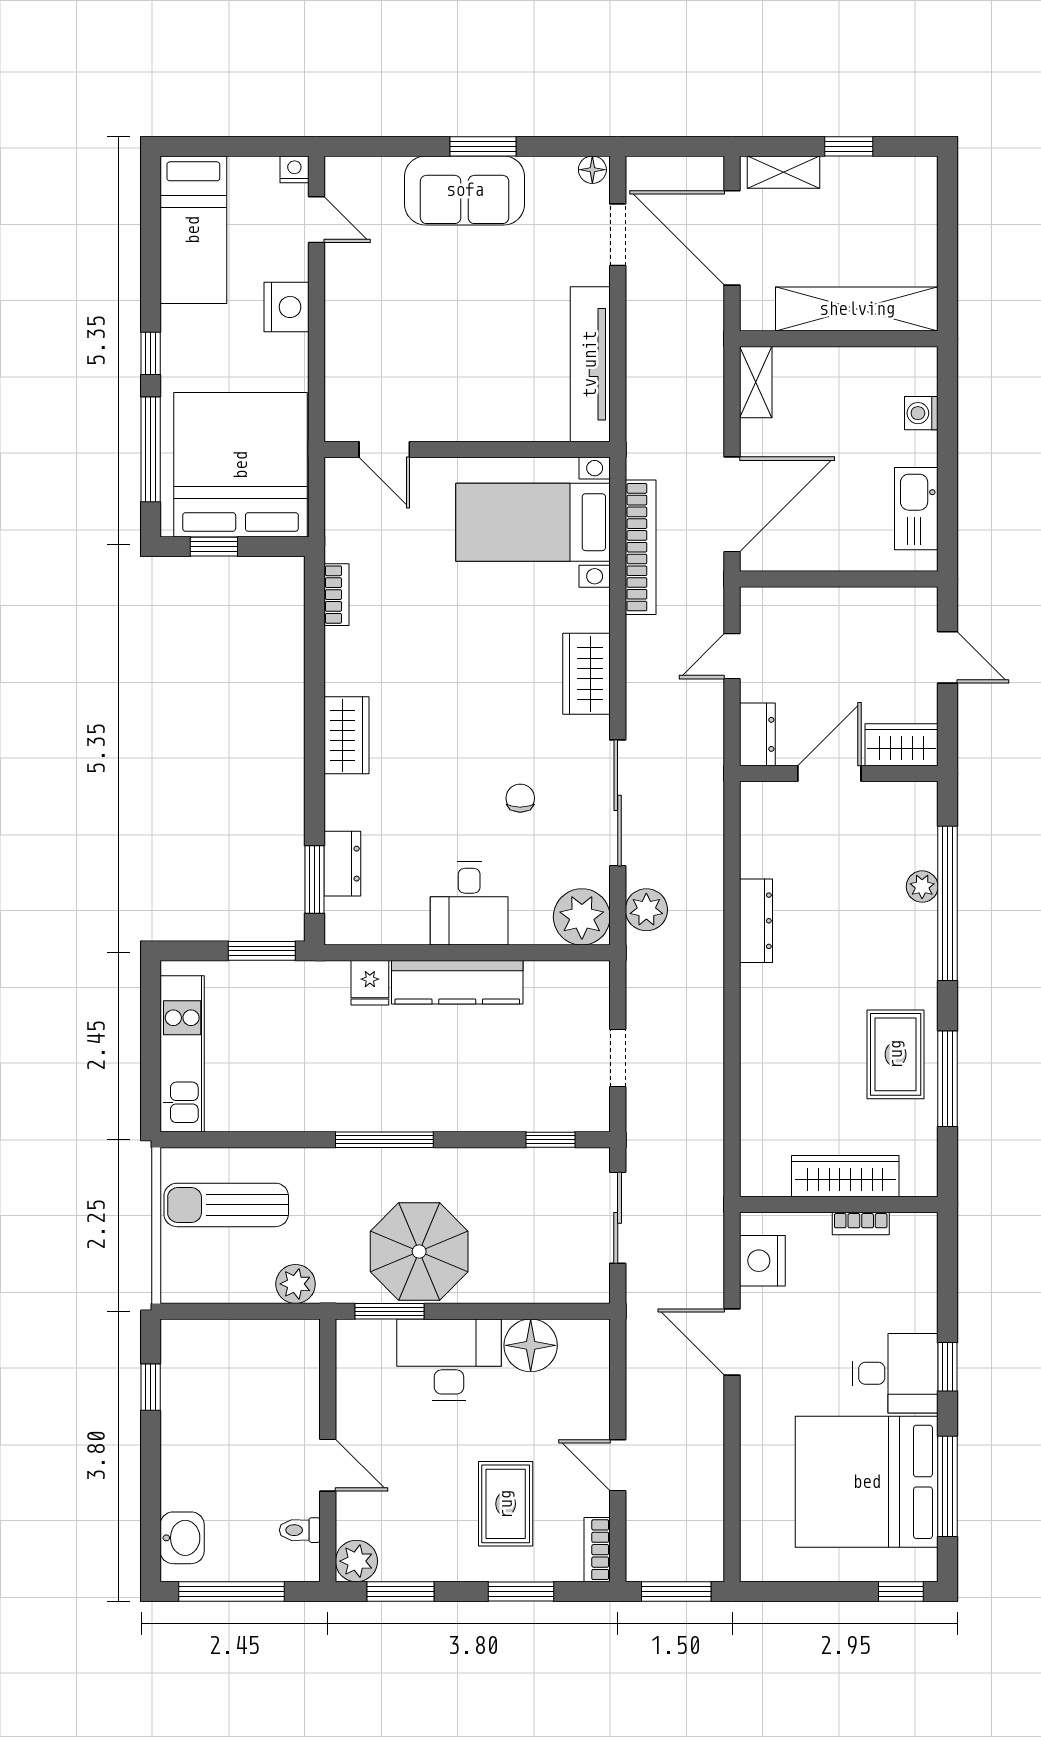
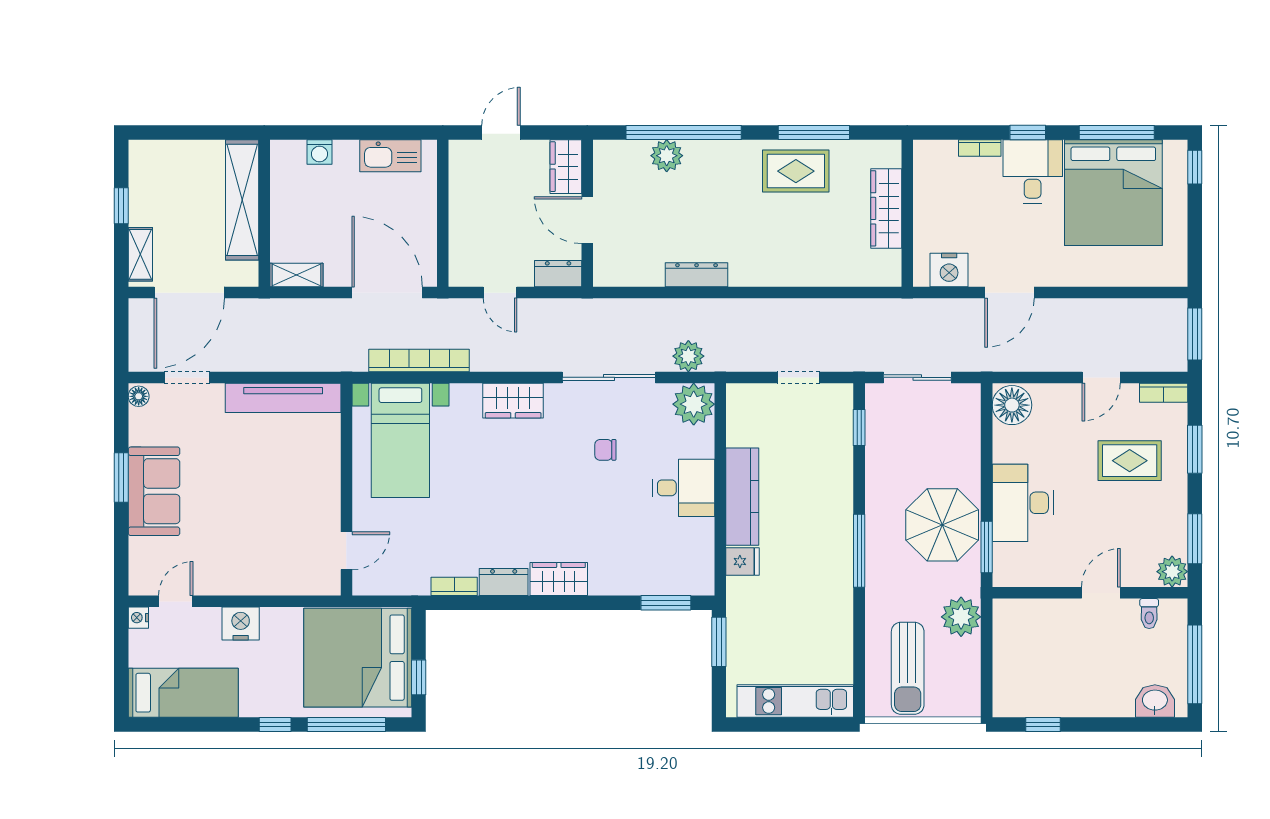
dresser: (342, 864) -> (504, 582), moved
plant: (922, 887) -> (667, 156), width x1.38, depth x1.38
bookcase: (861, 1223) -> (980, 148), moved, turned 90
plant: (296, 1284) -> (961, 617), width x1.36, depth x1.36
floor lamp: (531, 1345) -> (1012, 405), moved

